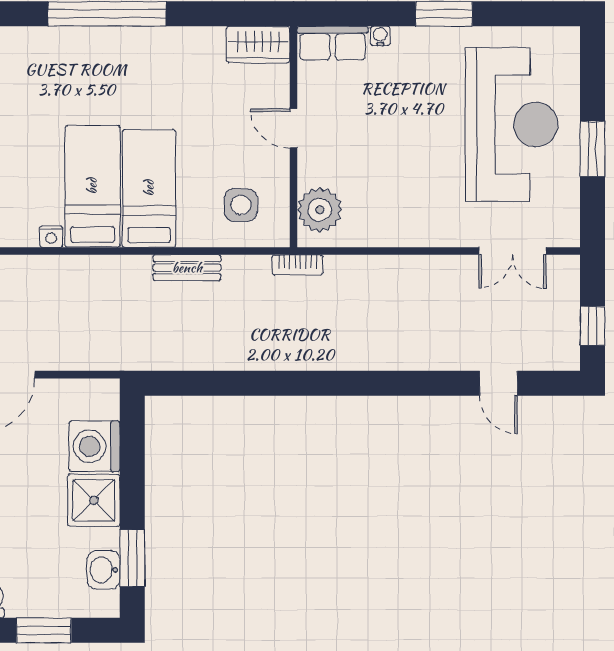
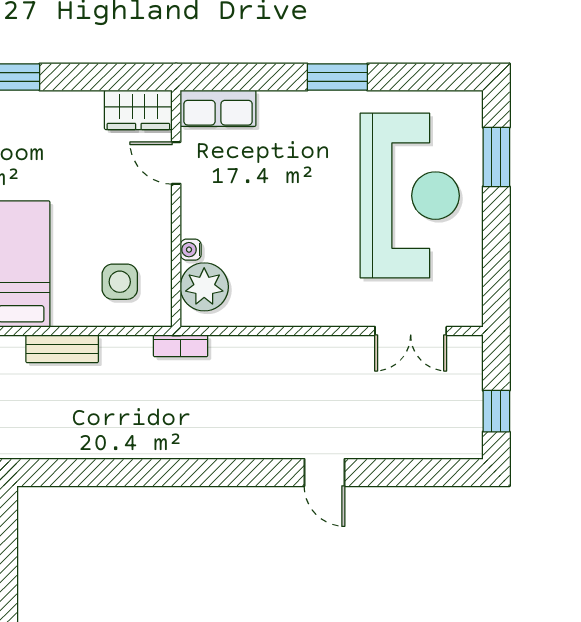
water cooler: (380, 36) -> (191, 250), moved, turned -90
door: (294, 128) -> (176, 163), moved
window: (593, 149) -> (496, 157), moved
door: (499, 383) -> (325, 473), moved

